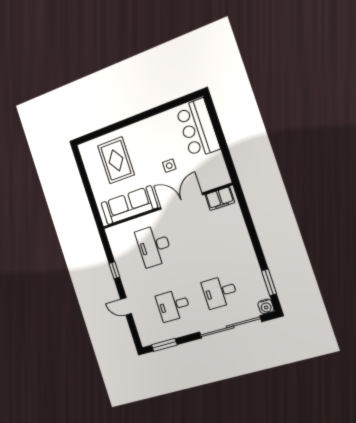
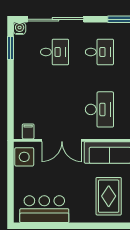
bar counter: (198, 128) -> (44, 209), moved, turned -90
side table: (169, 166) -> (24, 157), moved, width x1.87, depth x1.87
filing cabinet: (220, 199) -> (28, 131), width x0.50

